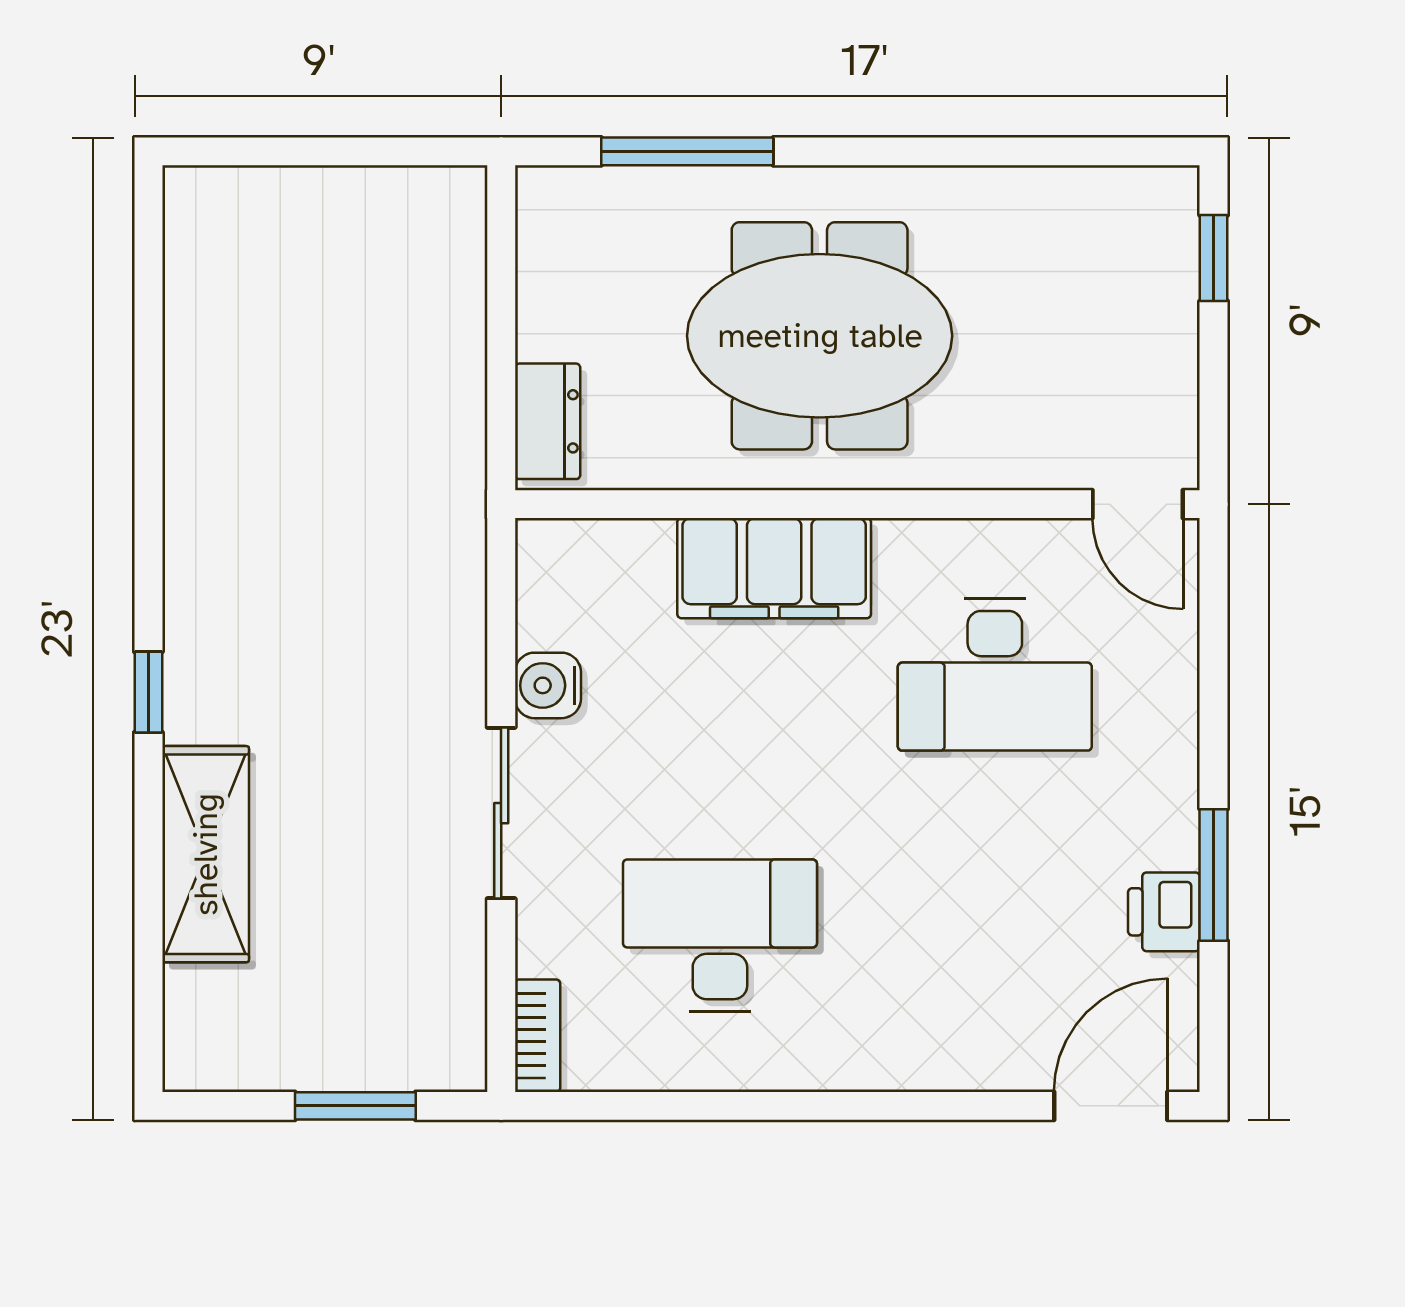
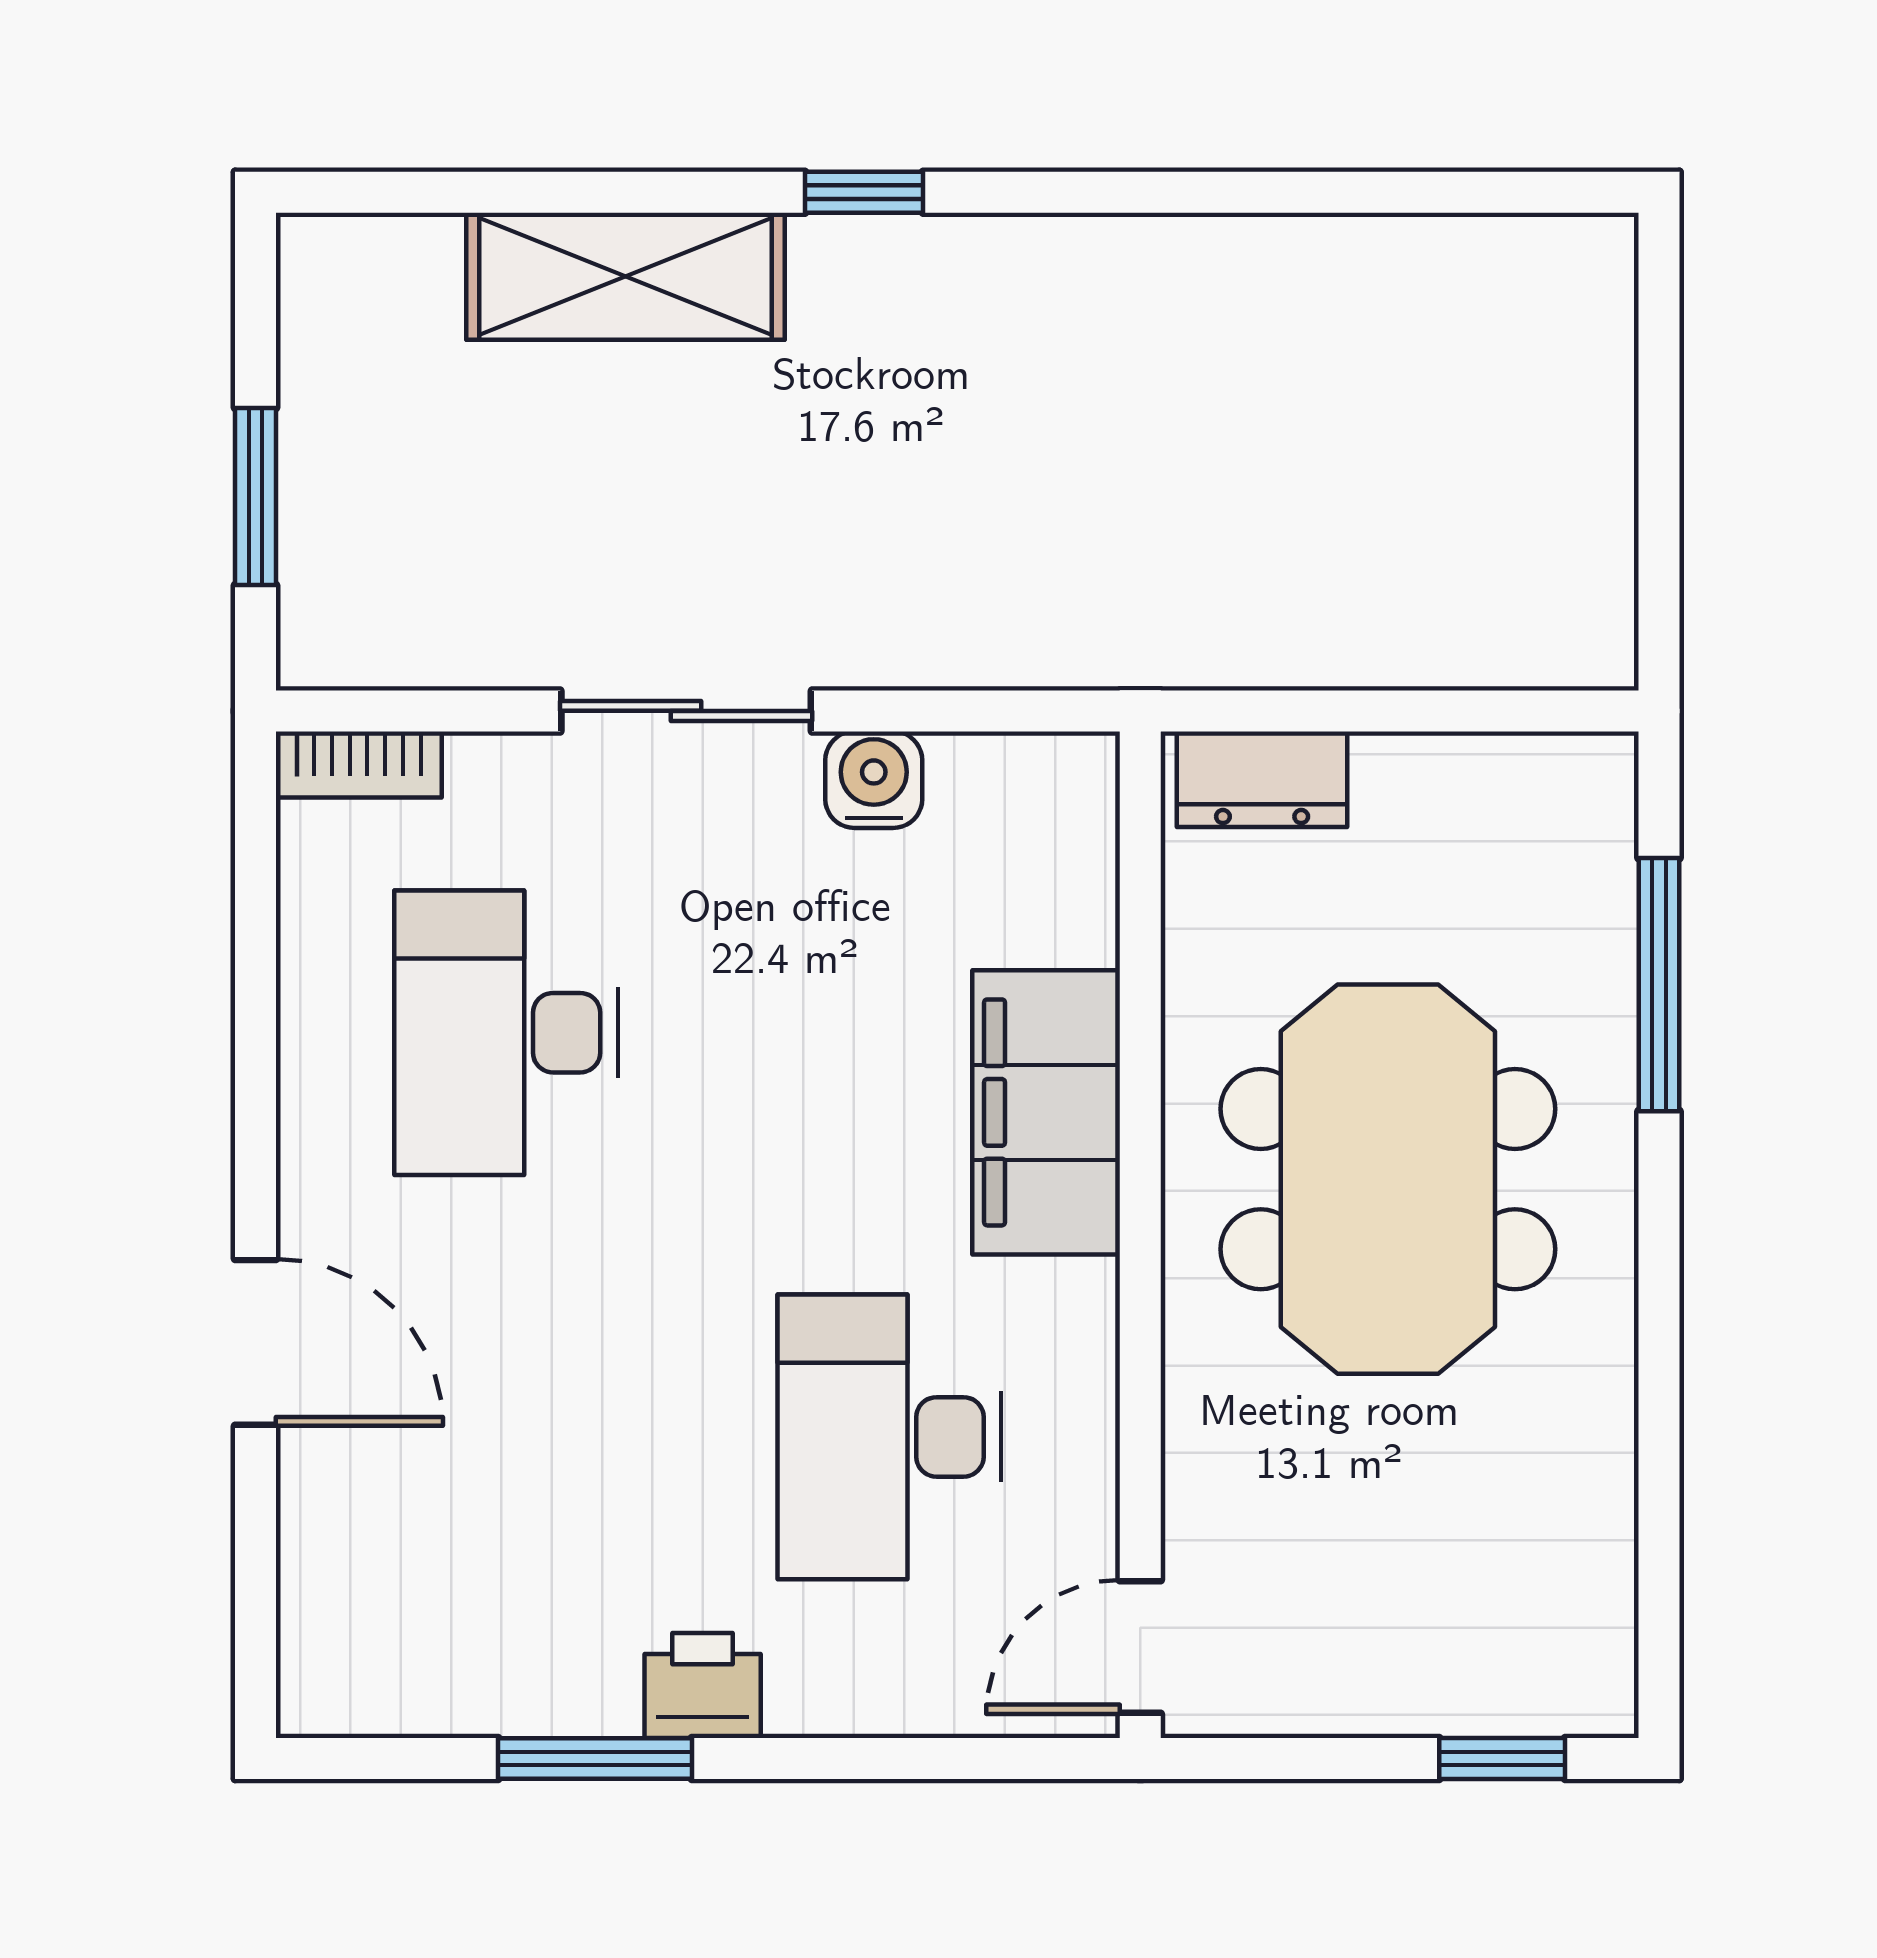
printer: (1164, 912) -> (703, 1686), moved
desk: (720, 935) -> (506, 1033), turned 180
door: (1111, 1106) -> (255, 1342), moved

